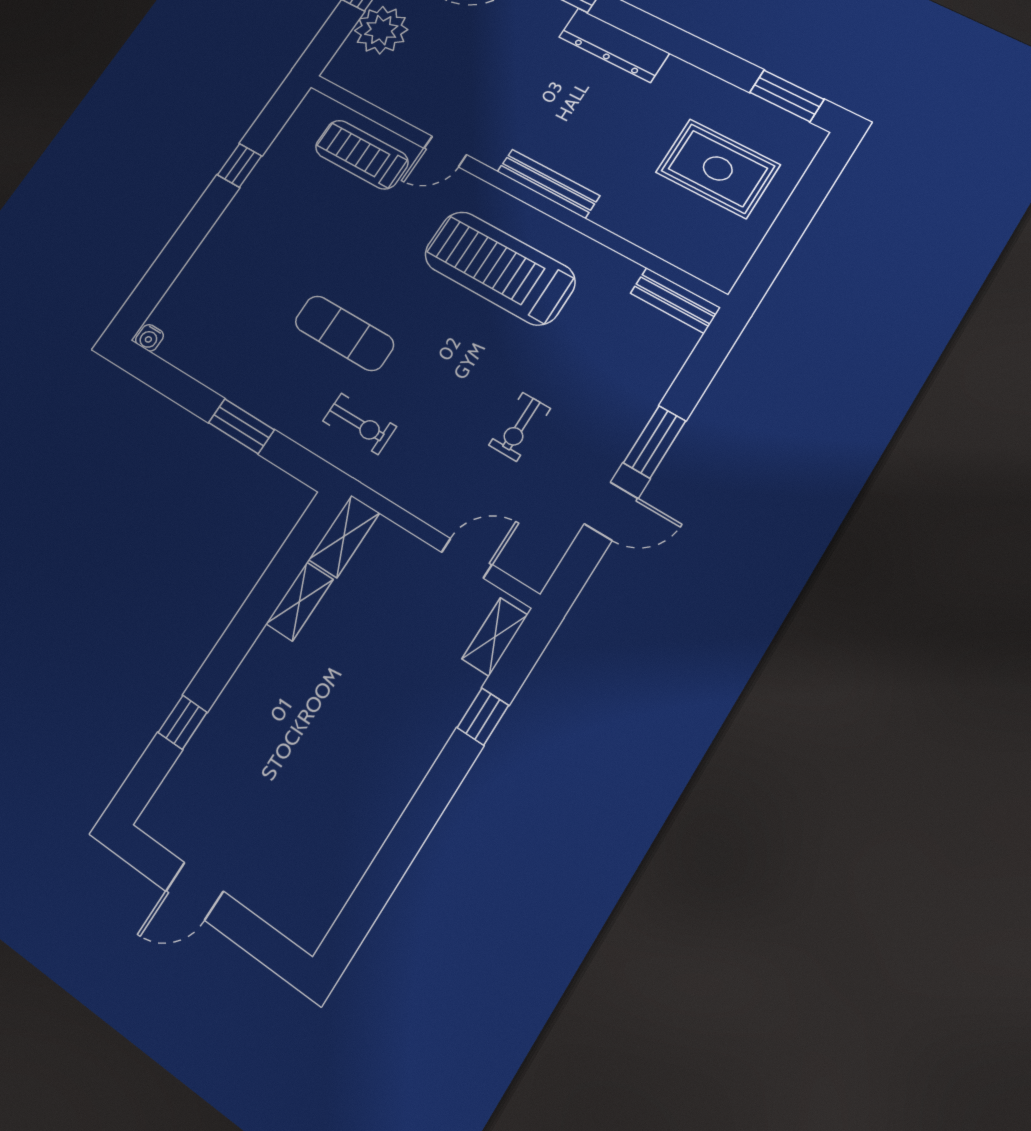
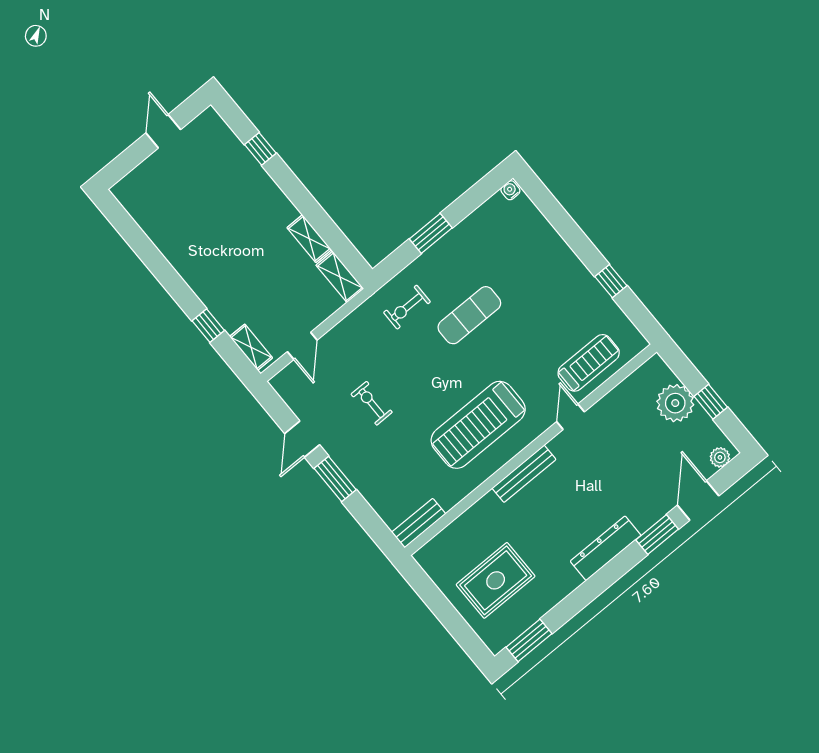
treadmill: (499, 268) -> (478, 425), turned 180

